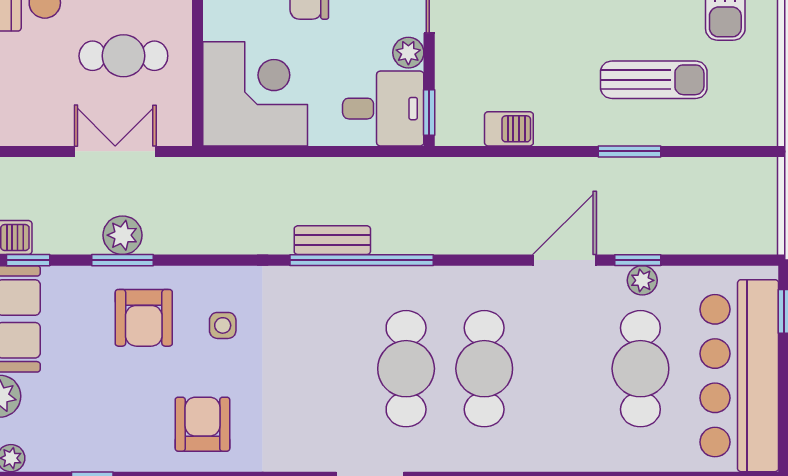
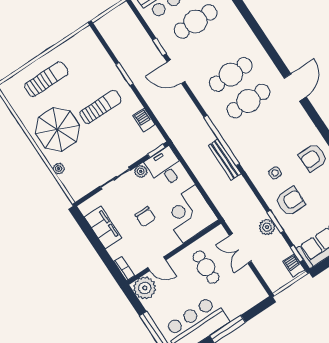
sun lounger: (654, 80) -> (101, 107), moved, turned 90
bench: (332, 240) -> (225, 160), width x1.36
plant: (642, 280) -> (165, 41), removed

